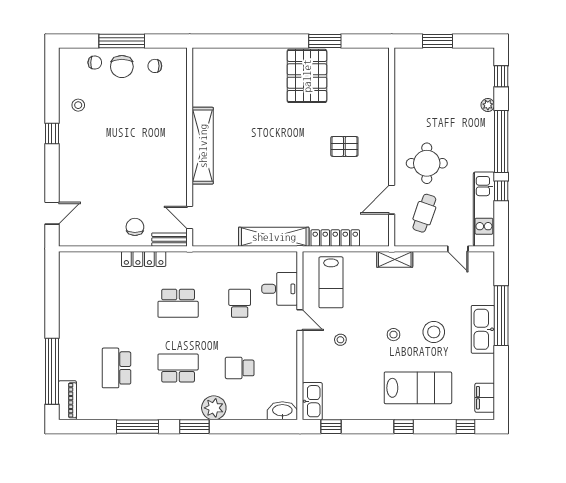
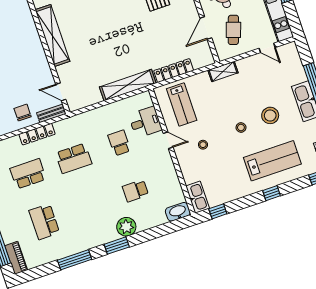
school desk: (178, 368) -> (28, 174), moved

